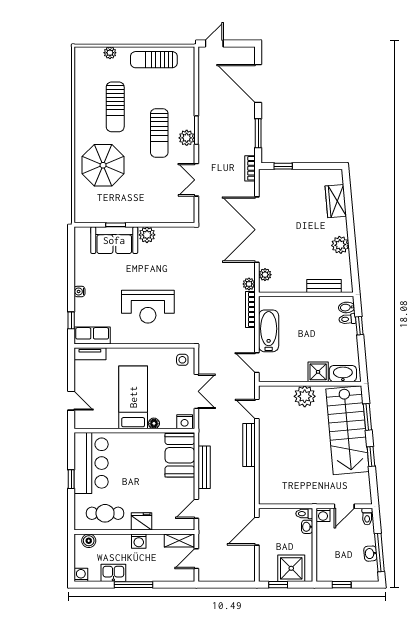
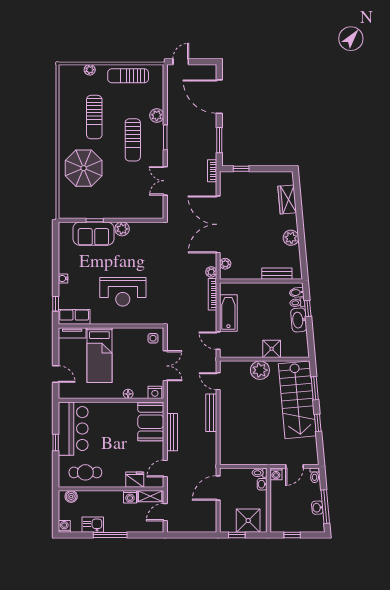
plant: (187, 138) -> (157, 116), moved
washbasin: (343, 374) -> (299, 320), moved, turned -95
bed: (133, 397) -> (99, 355), moved, turned 180
fridge: (141, 521) -> (135, 480), moved
washing machine: (139, 541) -> (130, 497), moved

